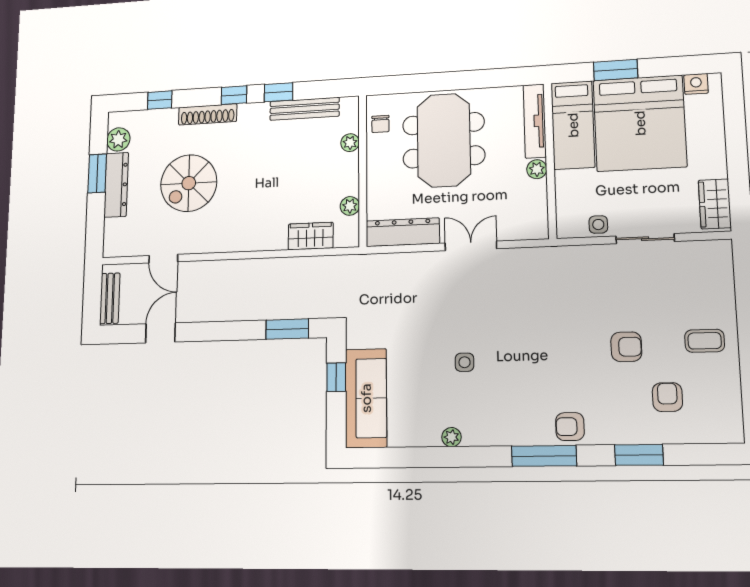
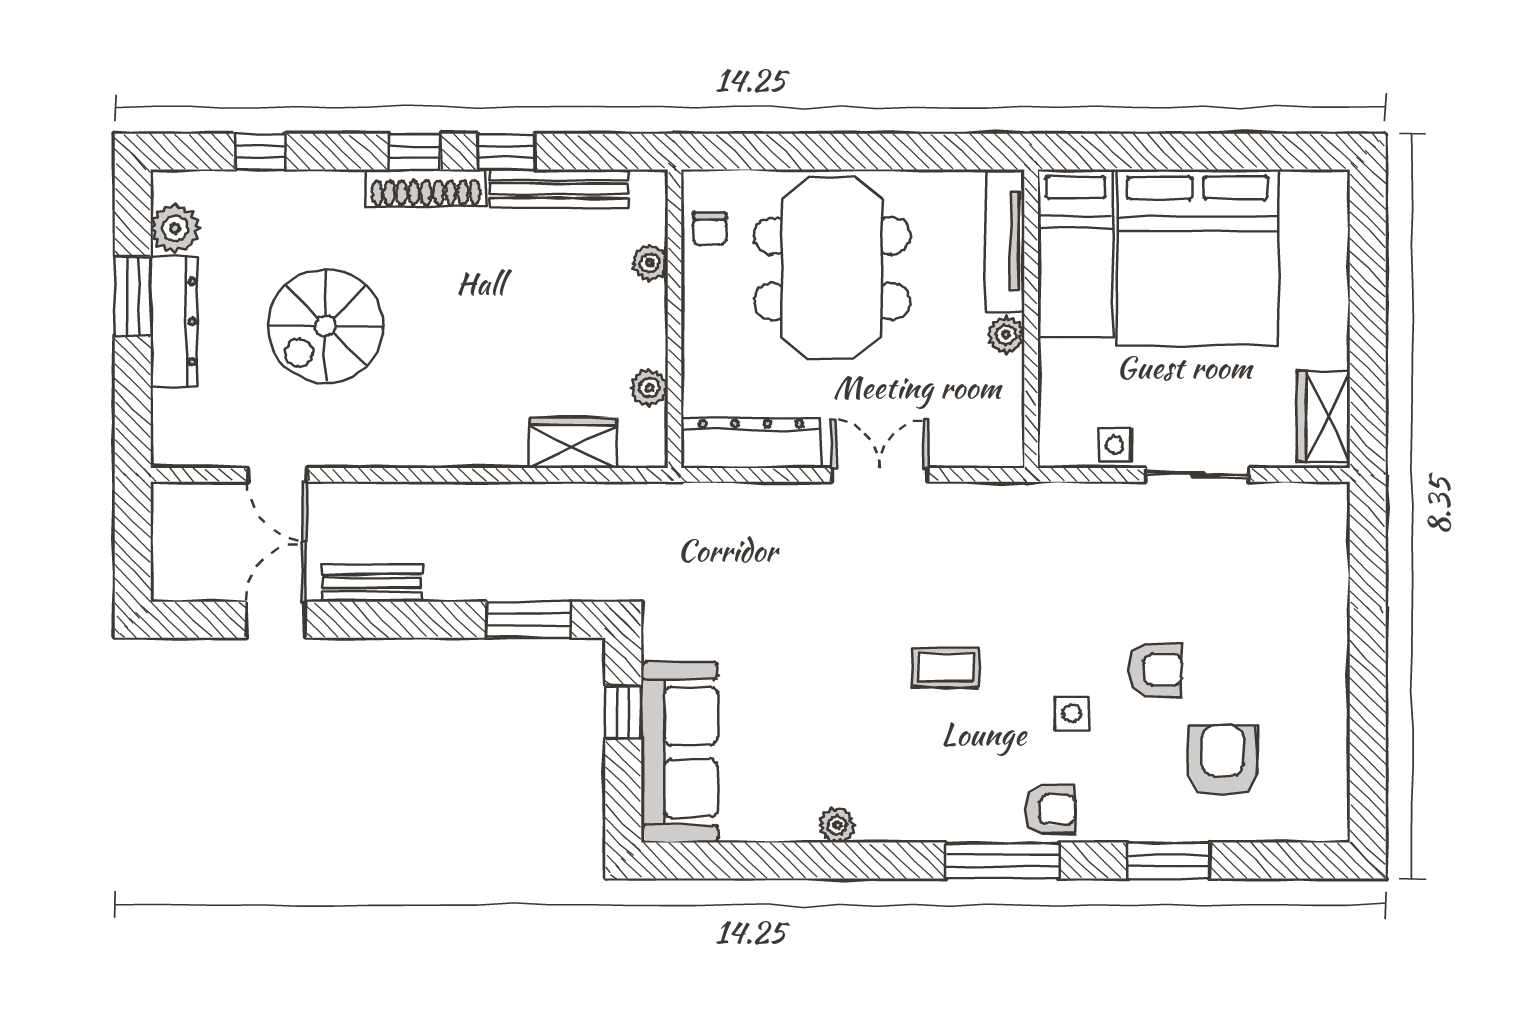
window: (616, 70) -> (1159, 152), removed
nightstand: (696, 84) -> (1303, 189), removed
shoe rack: (208, 114) -> (426, 188), moved
bench: (110, 298) -> (372, 583), moved, turned 90
coffee table: (705, 341) -> (945, 667), moved
side table: (465, 362) -> (1072, 713), moved
armchair: (667, 397) -> (1222, 761), width x1.38, depth x1.38
armchair: (570, 427) -> (1050, 809), turned 180

